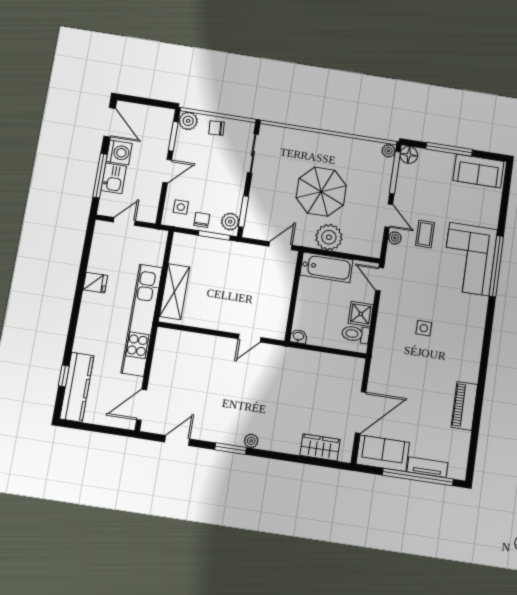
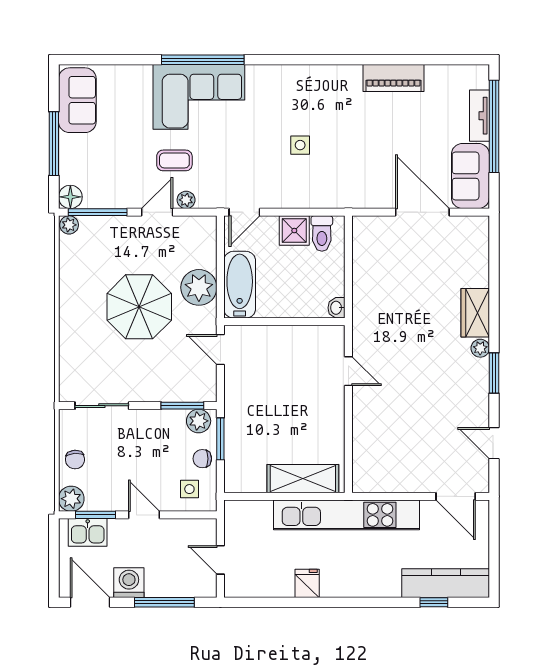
door: (110, 122) -> (90, 602), hinge flipped
kitchen sink: (114, 178) -> (88, 532), moved, turned 180
wardrobe: (320, 447) -> (475, 313), moved

